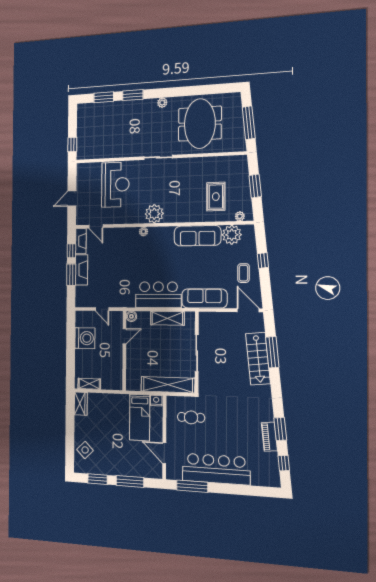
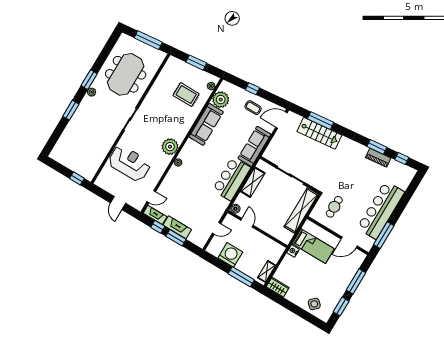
window: (104, 97) -> (89, 80), moved
meeting table: (200, 124) -> (126, 74), turned 90
window: (70, 361) -> (241, 277), added
nightstand: (156, 401) -> (293, 251), moved

